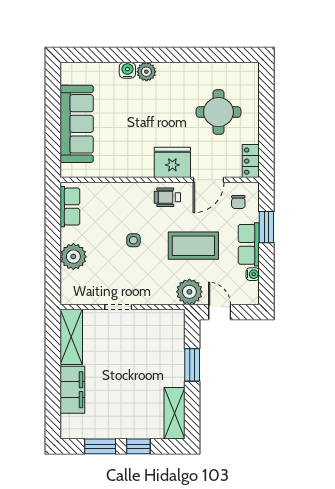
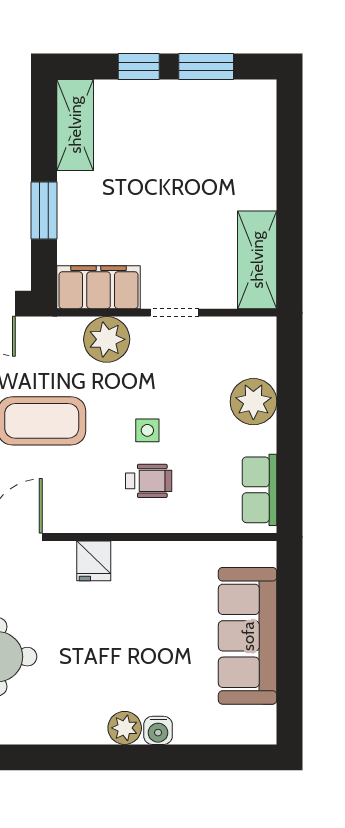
fridge: (172, 162) -> (94, 561), width x0.53, depth x0.75
wheelchair: (167, 197) -> (149, 481), moved
plant: (189, 292) -> (107, 339), moved
filing cabinet: (72, 390) -> (99, 287), moved, turned 90

